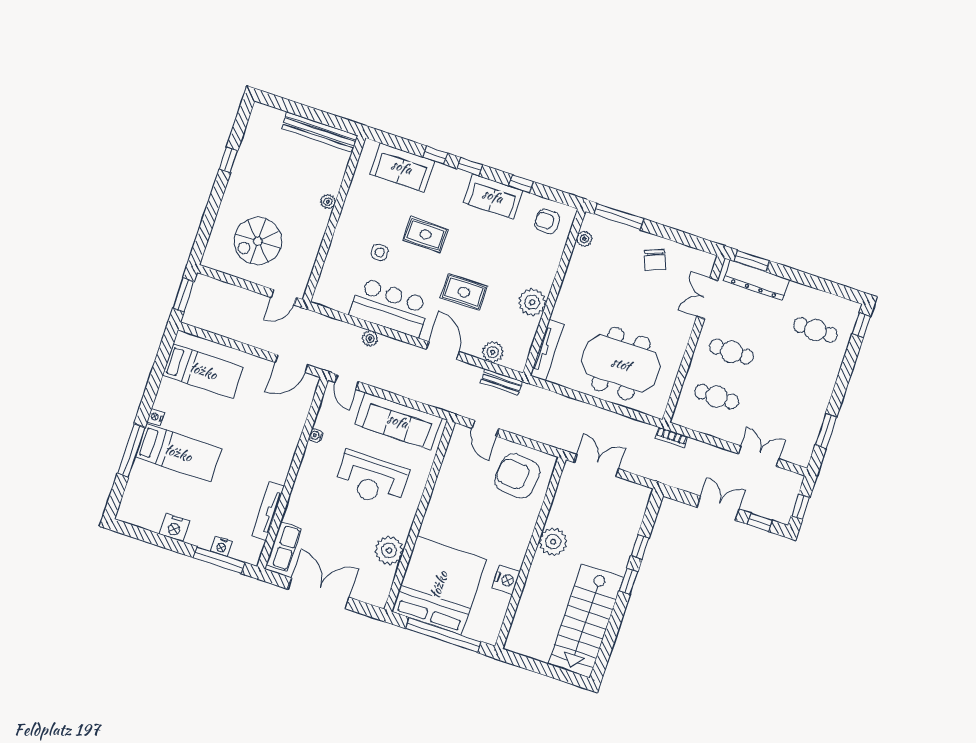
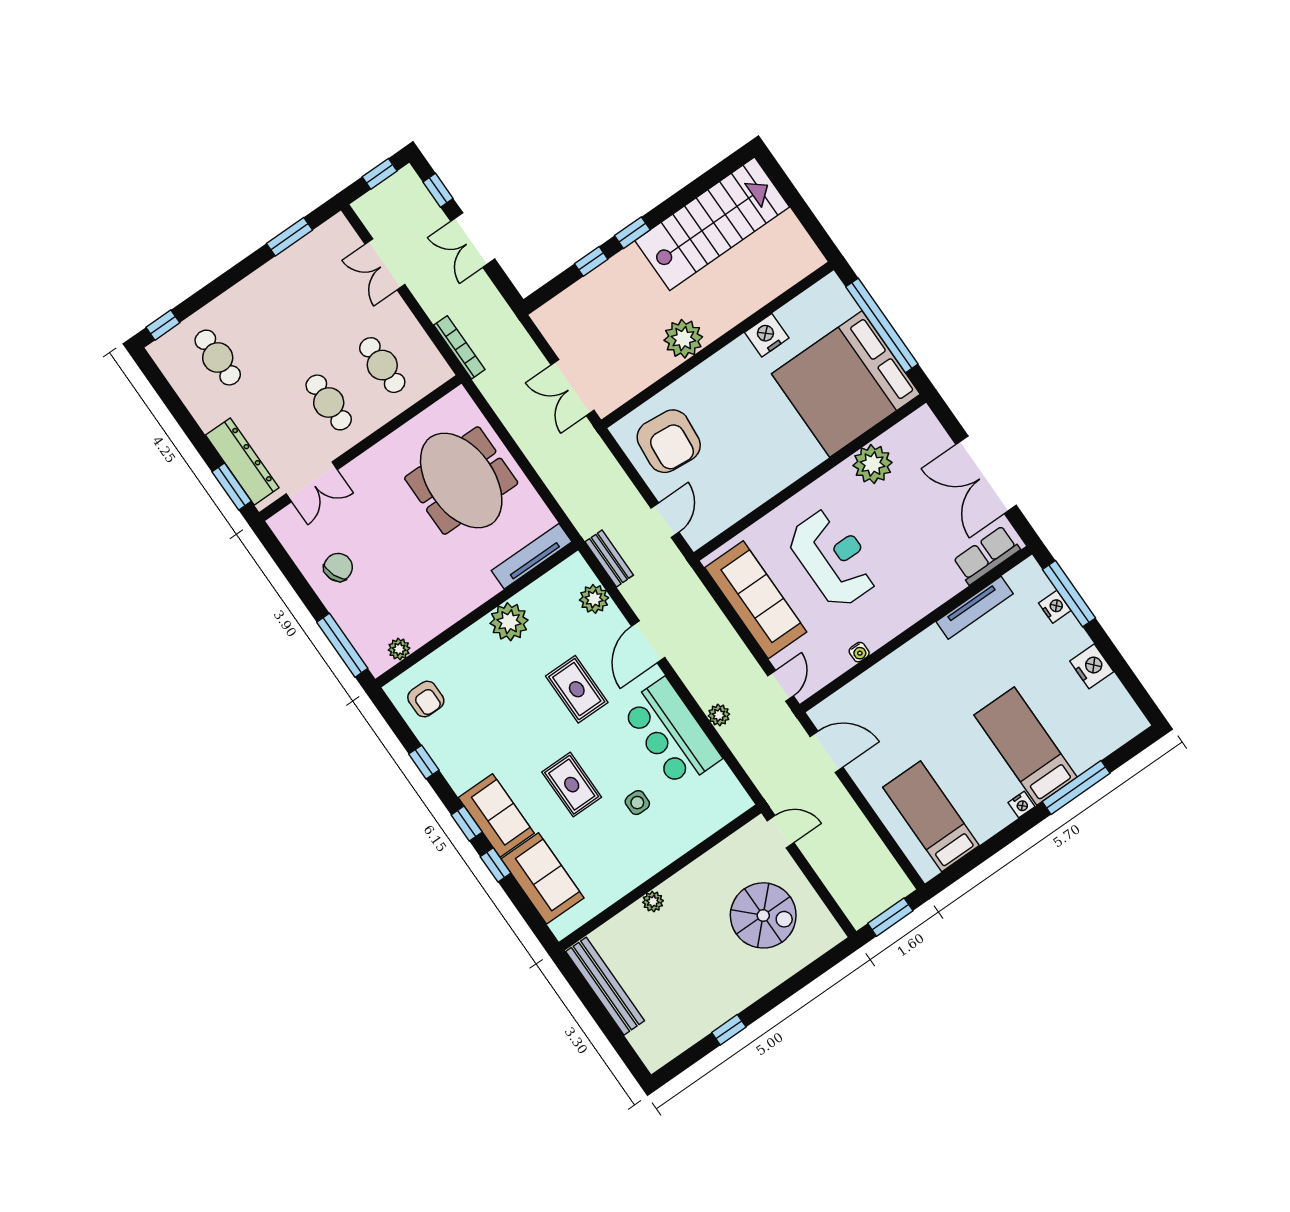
sofa: (493, 196) -> (496, 815), moved
bookcase: (671, 437) -> (459, 347), width x1.56

